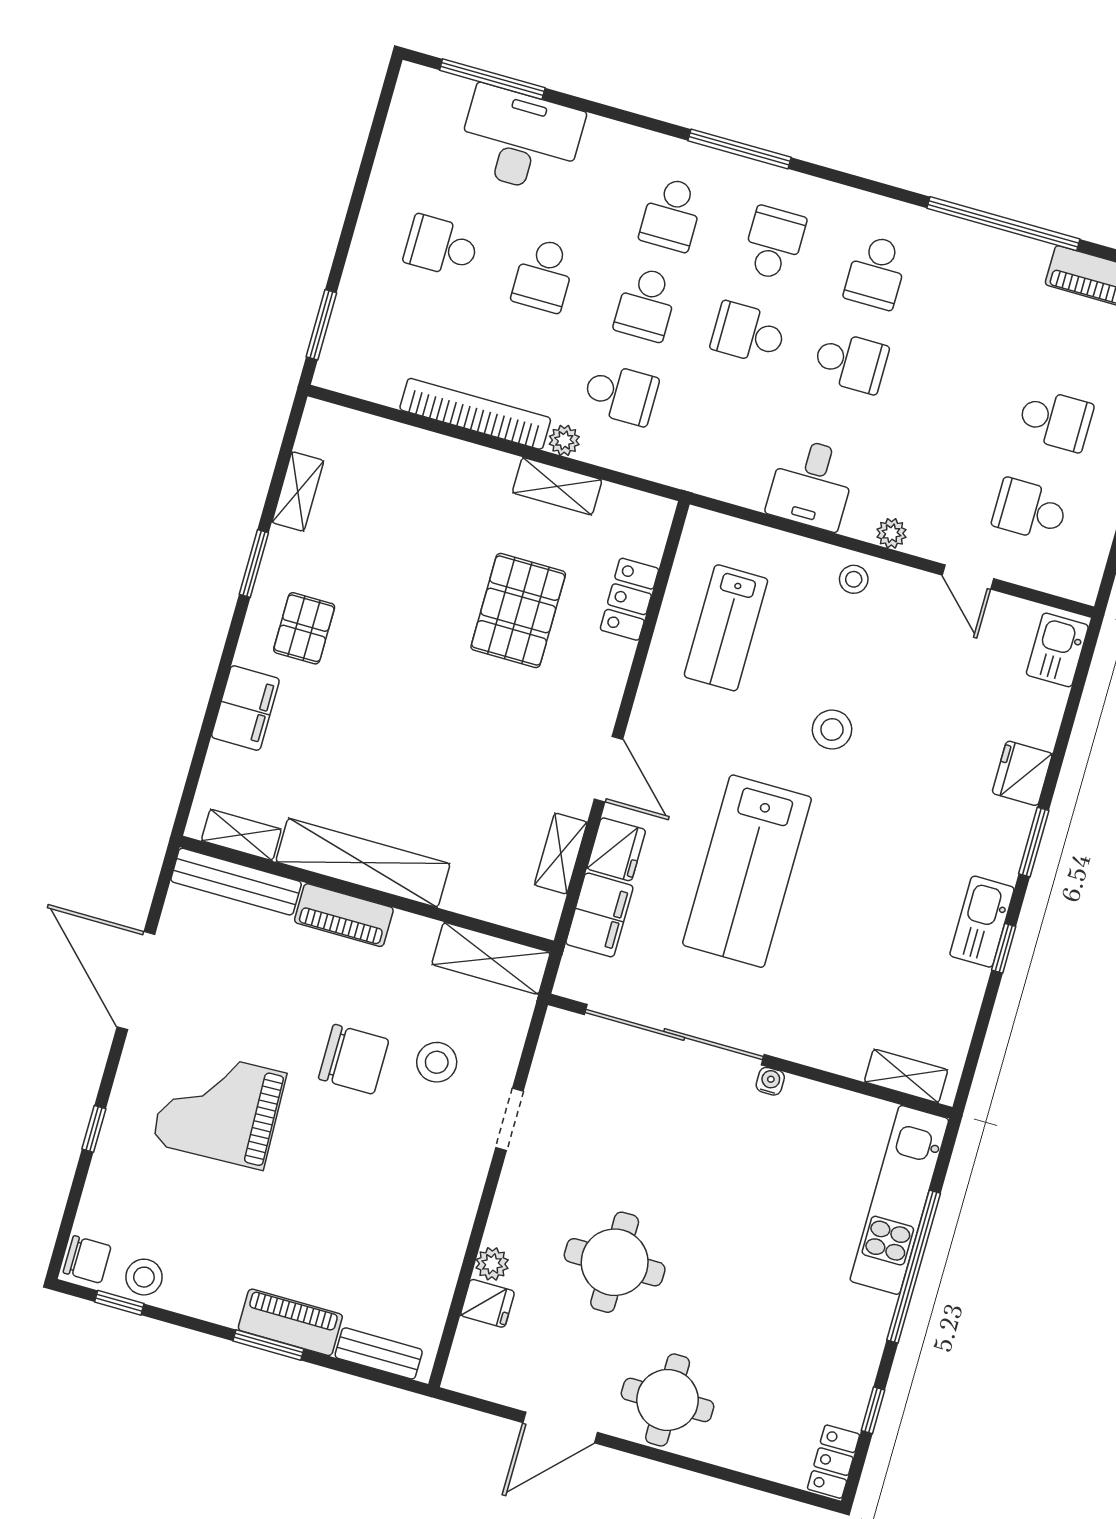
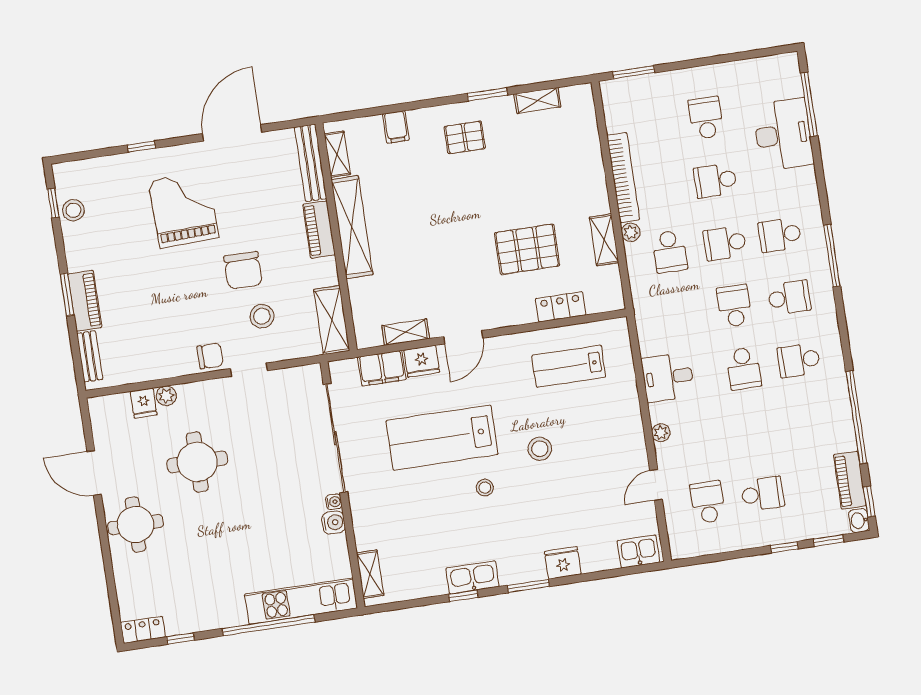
school desk: (1055, 420) -> (763, 494), turned -90
stool: (854, 579) -> (485, 488), moved
filing cabinet: (245, 708) -> (396, 127), width x0.50
water cooler: (802, 1096) -> (333, 523), added
chair: (87, 1259) -> (210, 356), moved, turned -90

